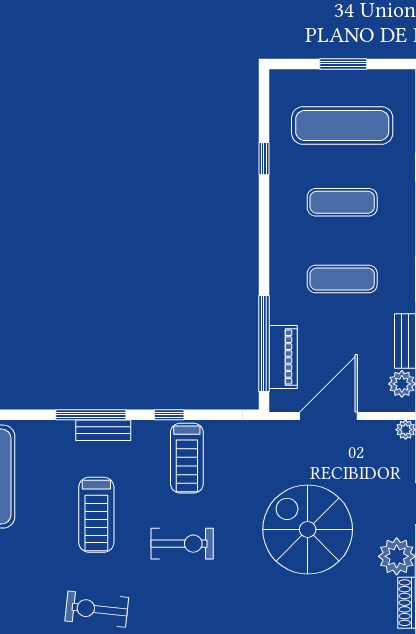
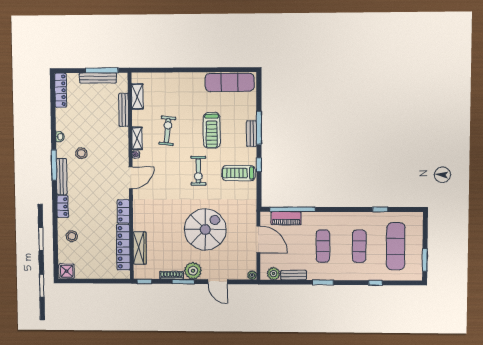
window: (343, 64) -> (425, 260), moved
treadmill: (96, 515) -> (212, 130), turned -90

